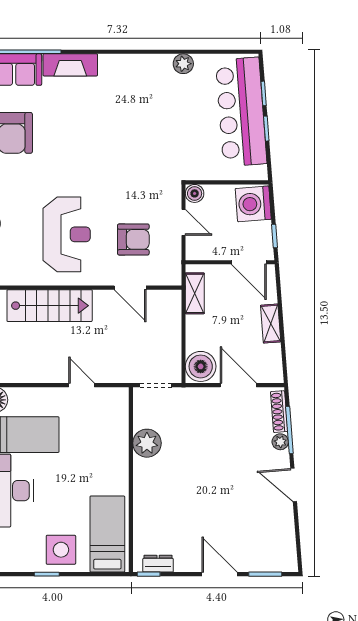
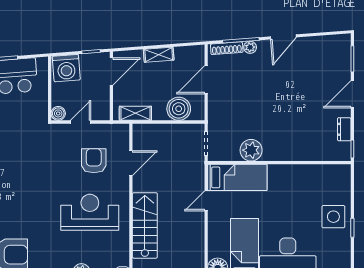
boiler: (201, 366) -> (179, 109), moved
bed: (107, 534) -> (237, 177), moved, turned 180
dresser: (158, 564) -> (344, 129), moved

